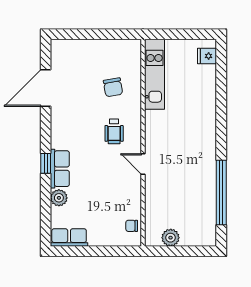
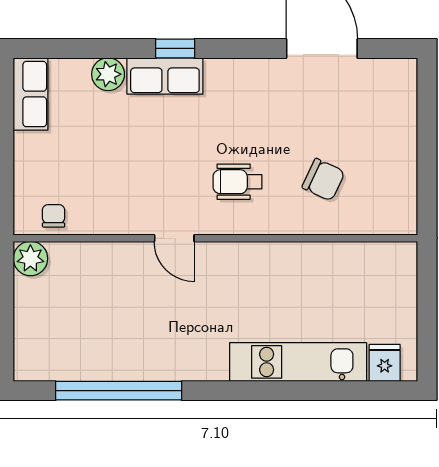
kitchen unit: (155, 74) -> (298, 362), moved, turned 180
chair: (113, 87) -> (323, 180), turned -145
door: (143, 164) -> (174, 238), swing flipped
plant: (171, 238) -> (30, 259), moved

